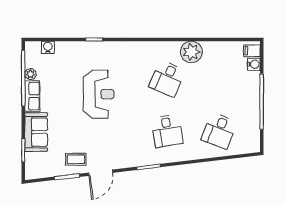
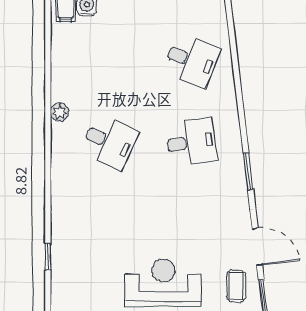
plant: (191, 52) -> (60, 112), width x0.53, depth x0.53
reception desk: (99, 94) -> (163, 283), moved

